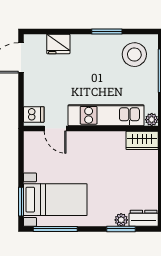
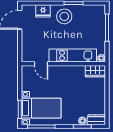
stool: (134, 55) -> (64, 16), moved
dishwasher: (34, 114) -> (28, 55), removed

